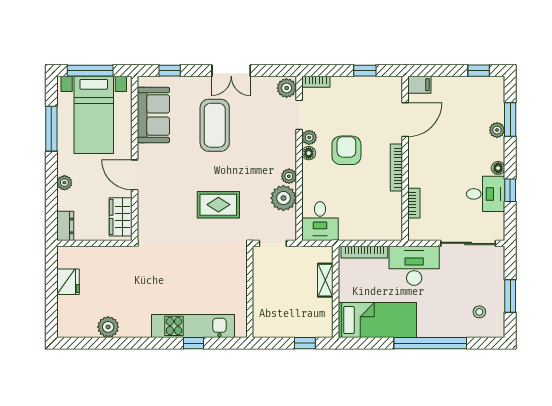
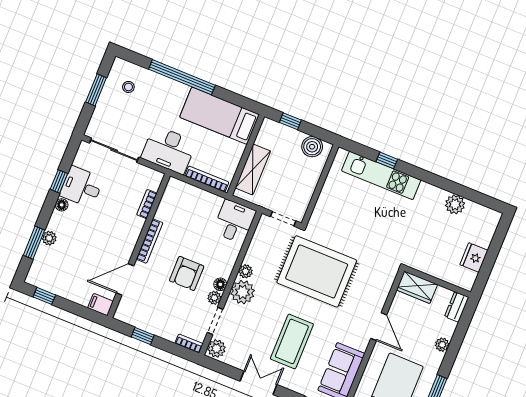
plant: (283, 198) -> (243, 292), moved
rug: (218, 205) -> (317, 271), width x1.86, depth x2.06
wardrobe: (121, 217) -> (417, 287), moved, turned 90
shelving: (325, 280) -> (253, 169), width x1.50, depth x1.33
boiler: (273, 327) -> (312, 147), added

